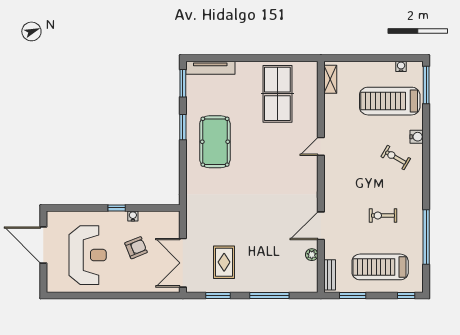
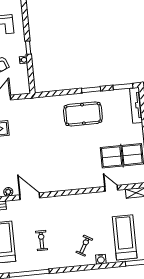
door: (321, 146) -> (111, 188), moved

